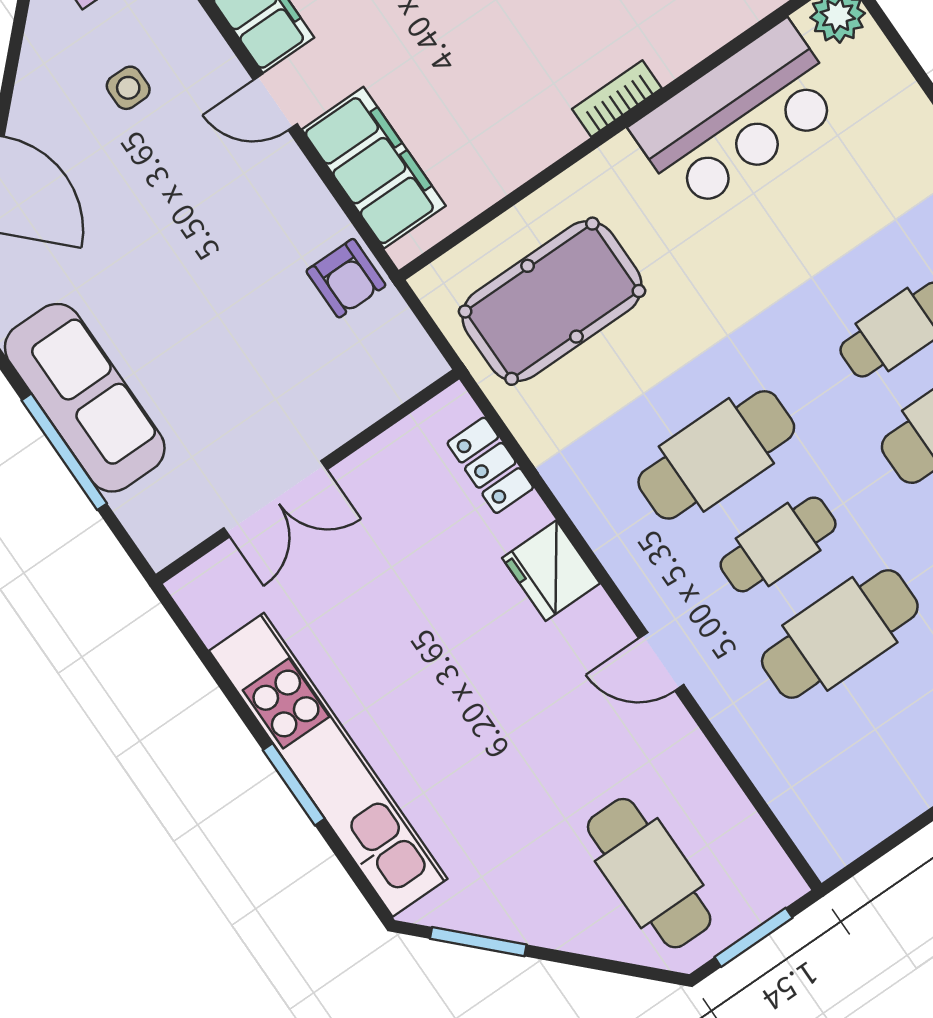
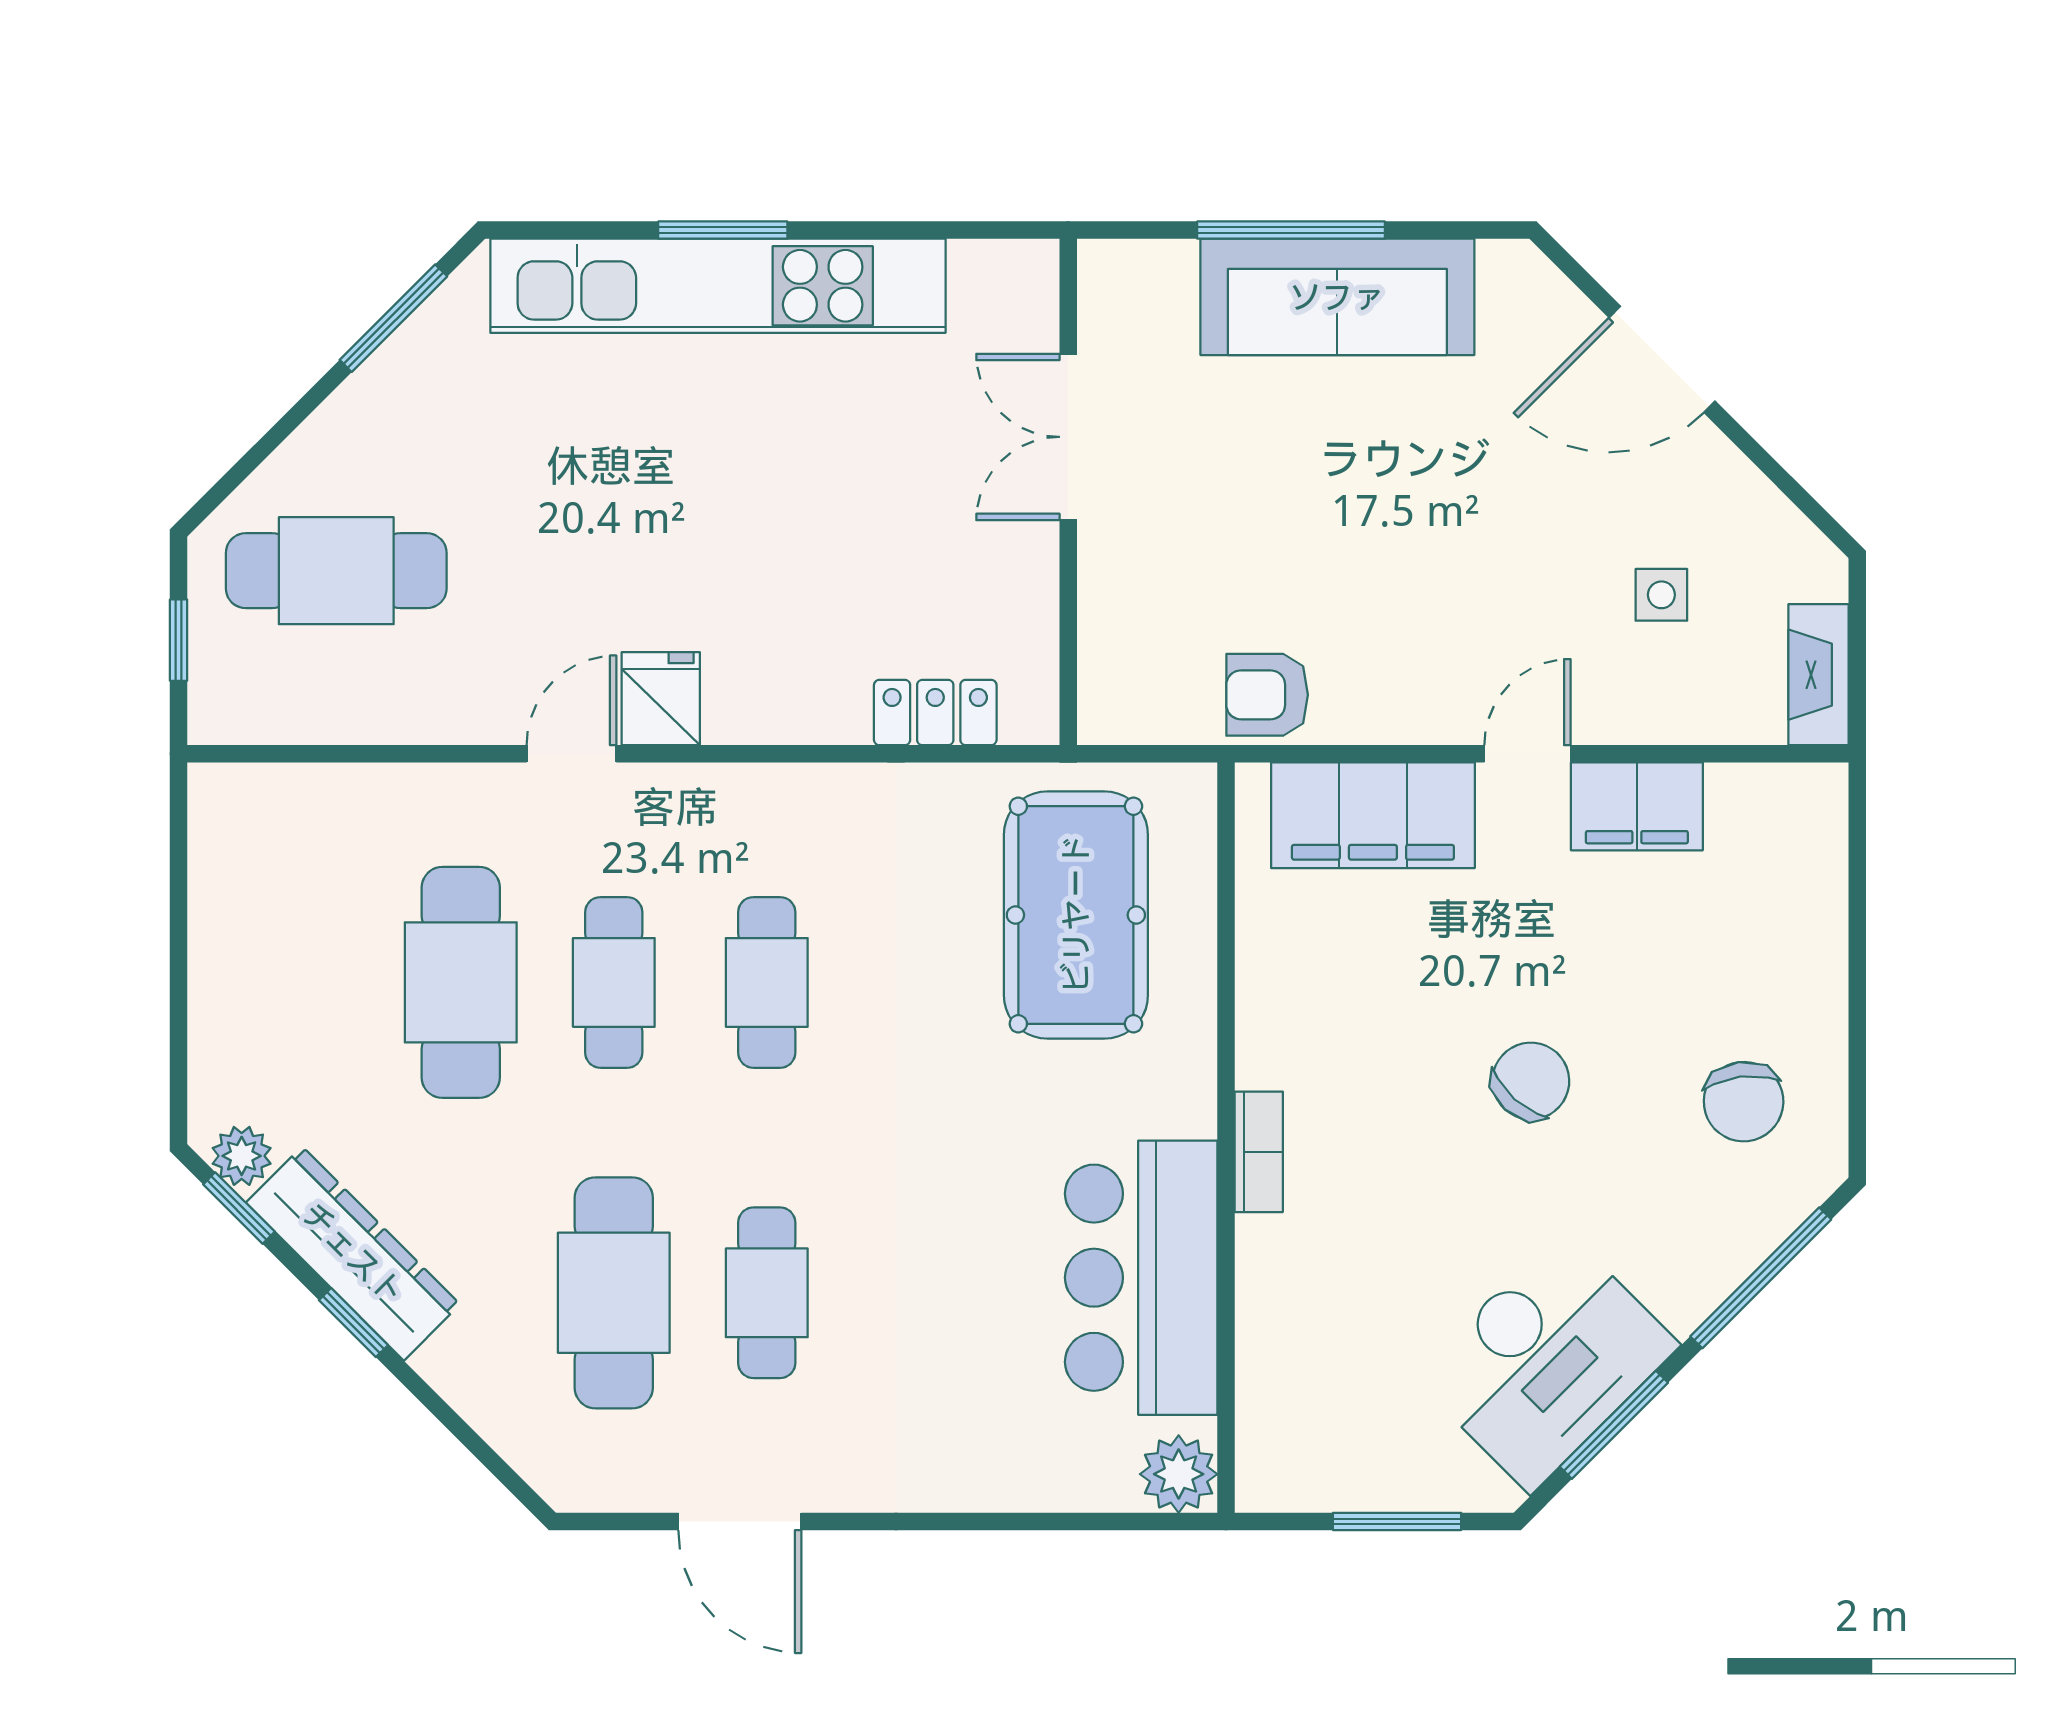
cafe table: (716, 455) -> (767, 982), width x0.73, depth x0.74
fridge: (551, 571) -> (661, 699), moved, width x0.72
window: (753, 937) -> (179, 640), width x0.67

